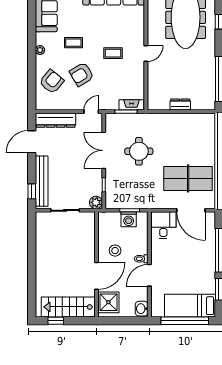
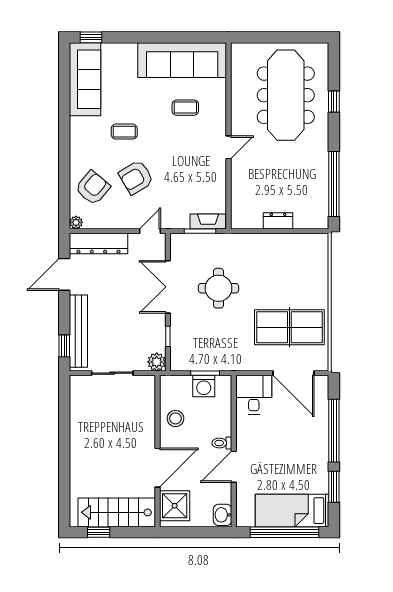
plant: (40, 50) -> (76, 222), moved
coffee table: (113, 53) -> (185, 108), moved
stool: (115, 251) -> (175, 418), moved

